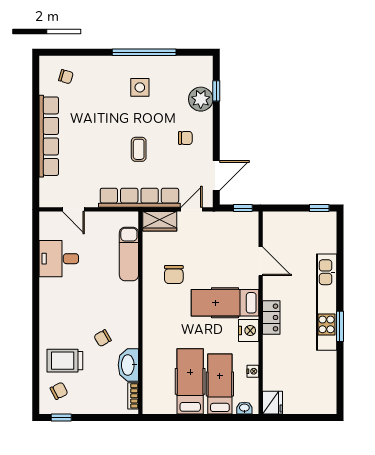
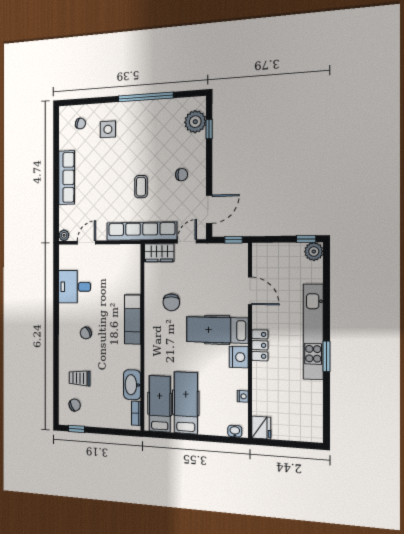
side table: (140, 87) -> (108, 129), moved
plant: (201, 99) -> (195, 122), moved
row of seats: (49, 136) -> (67, 177), width x0.73
plant: (46, 201) -> (64, 235), added
door: (73, 209) -> (86, 243), swing flipped
plant: (327, 221) -> (314, 251), added
exam couch: (129, 254) -> (133, 320), moved
chair: (103, 338) -> (86, 333), moved
trolley: (65, 361) -> (80, 378), width x0.73, depth x0.72
hospital bed: (220, 384) -> (160, 404), moved

